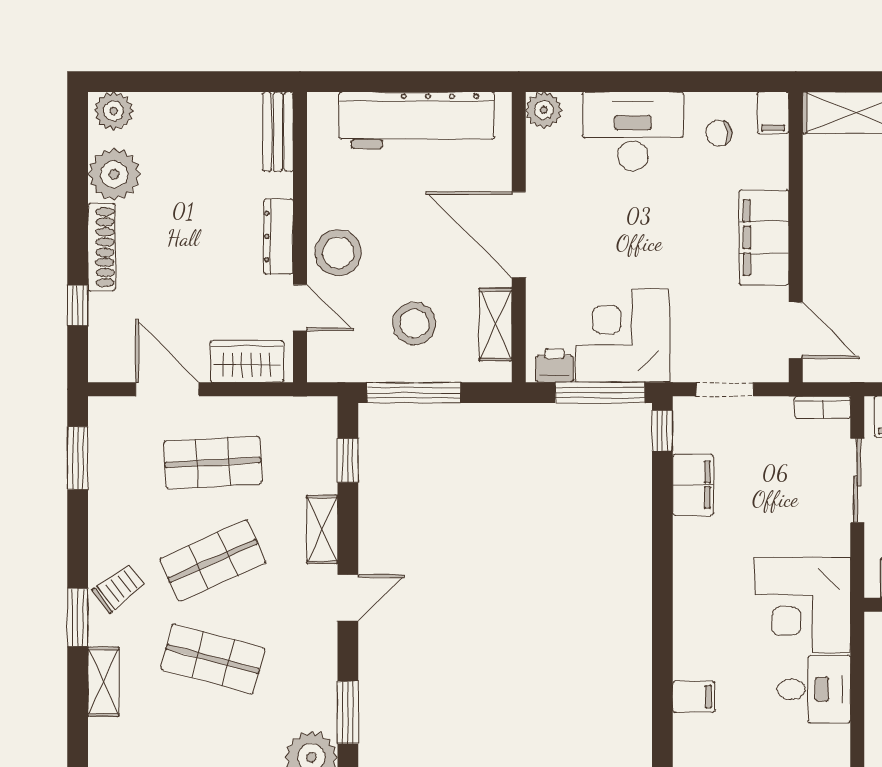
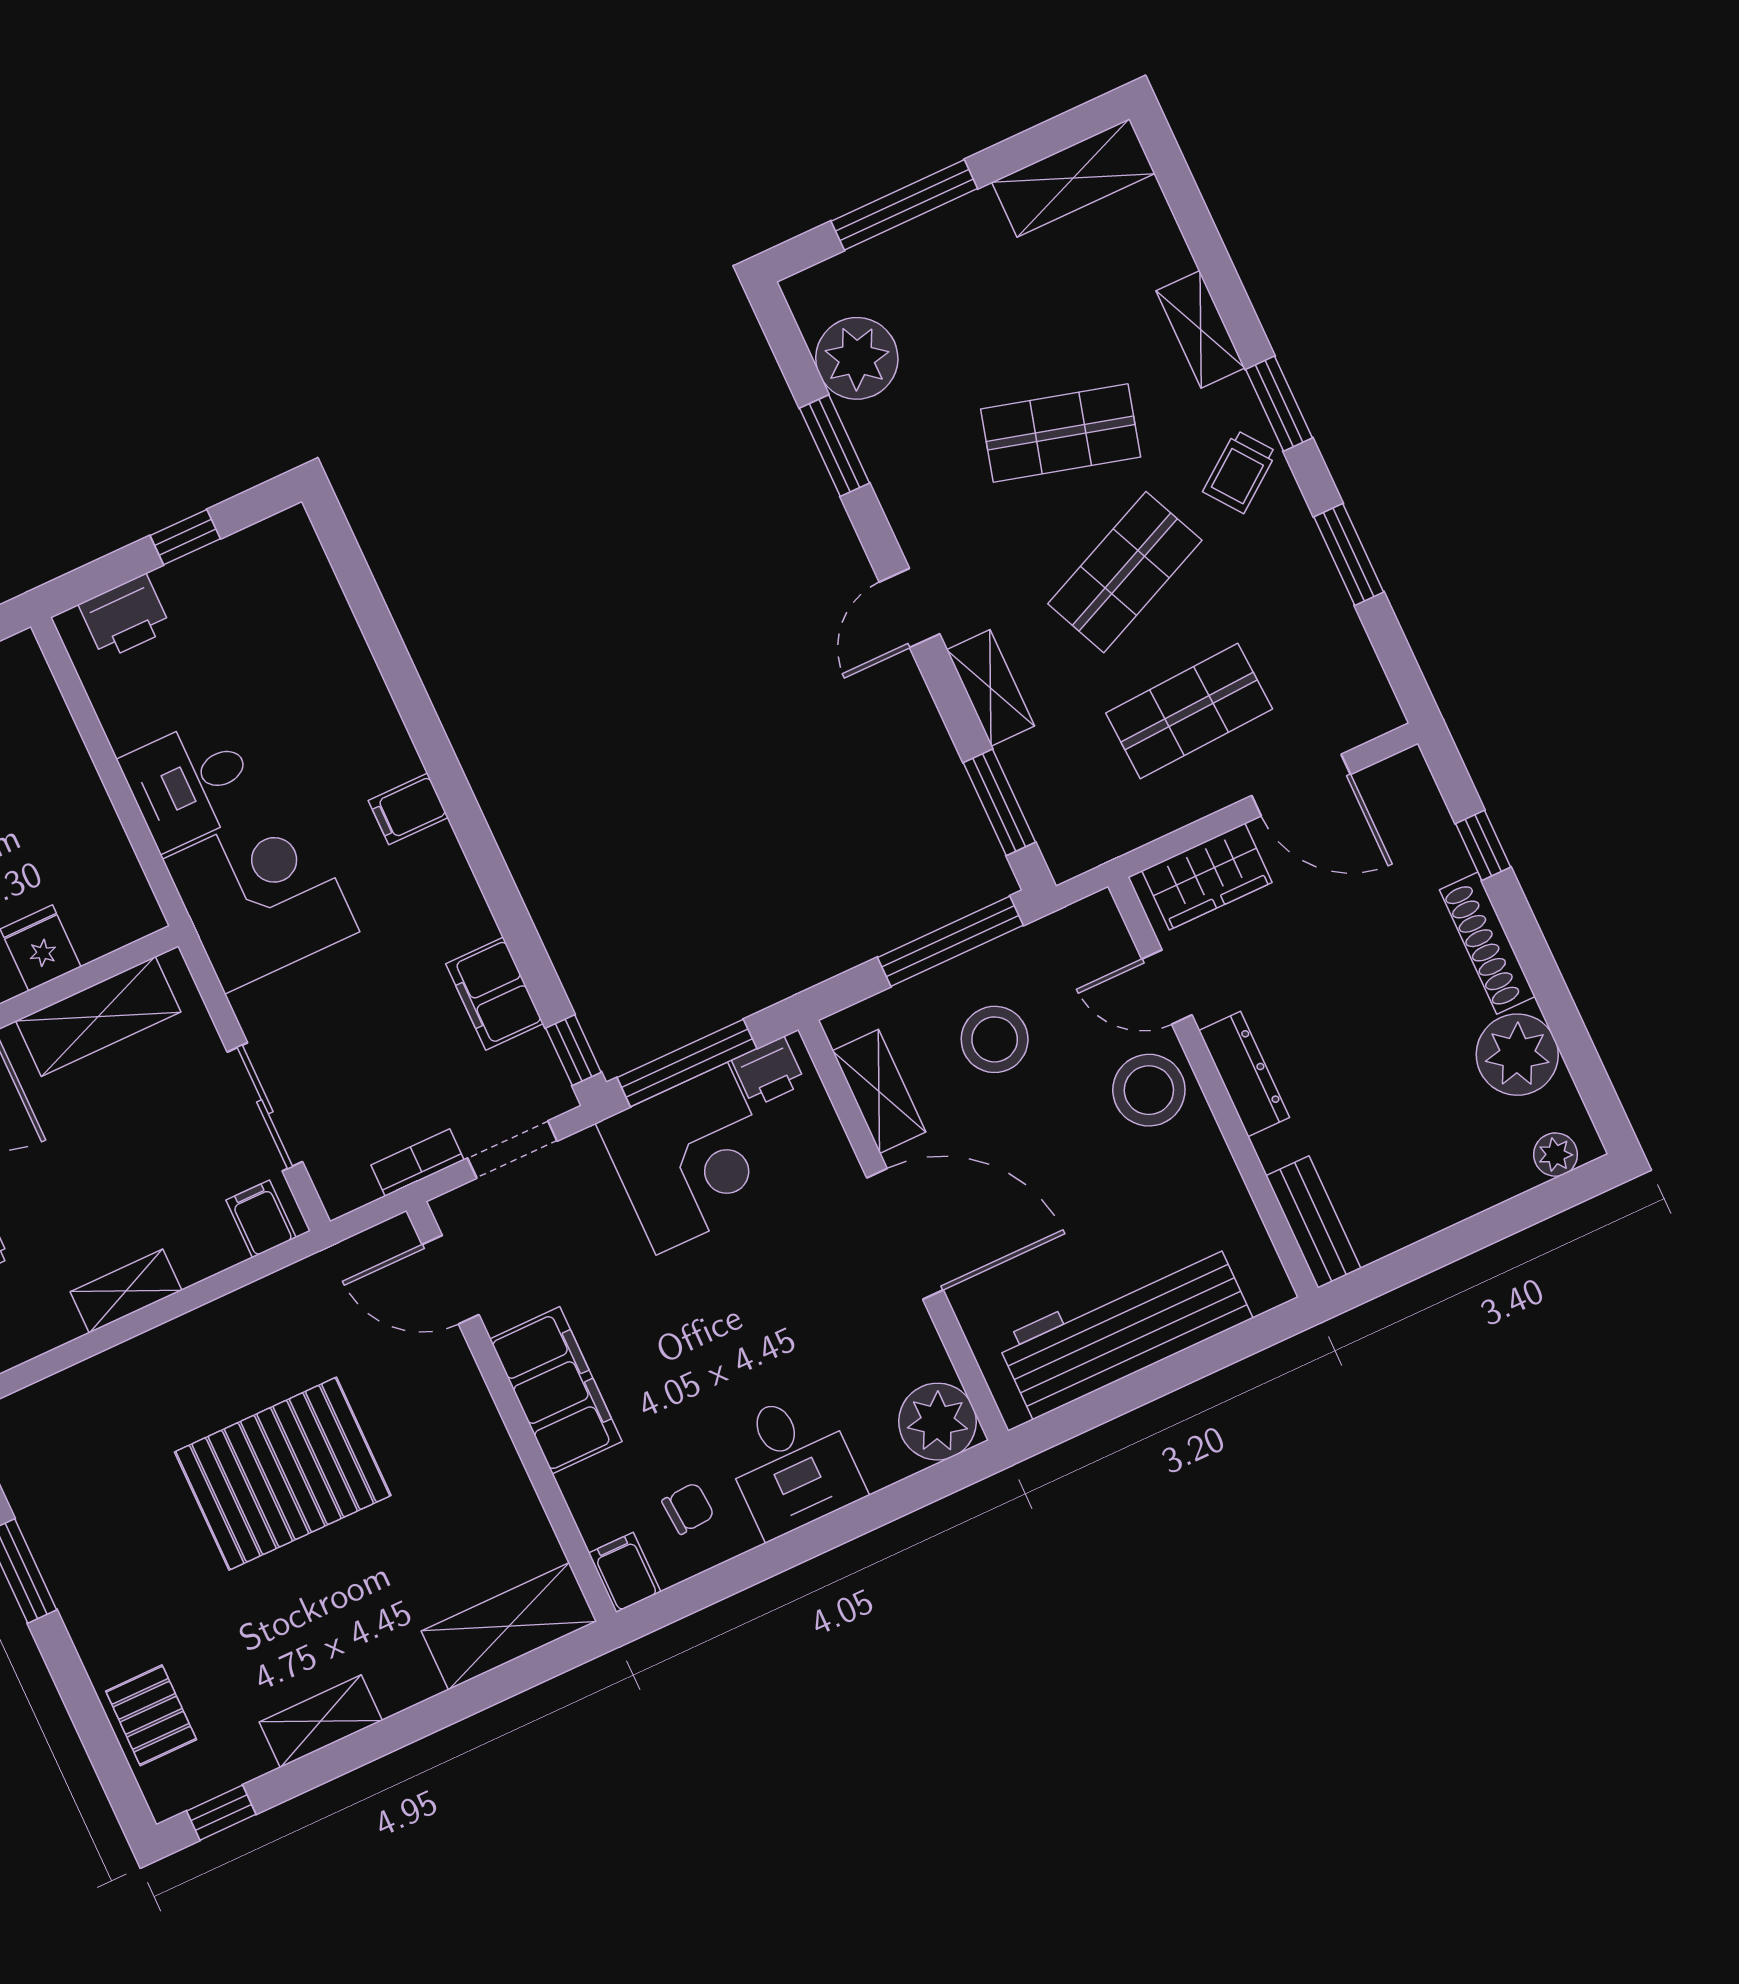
plant: (544, 110) -> (937, 1422), width x1.36, depth x1.36
plant: (114, 111) -> (1555, 1155), width x0.73, depth x0.73
desk: (633, 131) -> (792, 1463), width x0.73
bookcase: (823, 407) -> (418, 1163), moved
window: (78, 458) -> (1349, 554), moved
window: (348, 460) -> (999, 802), width x1.50
filing cabinet: (694, 697) -> (408, 809), moved

